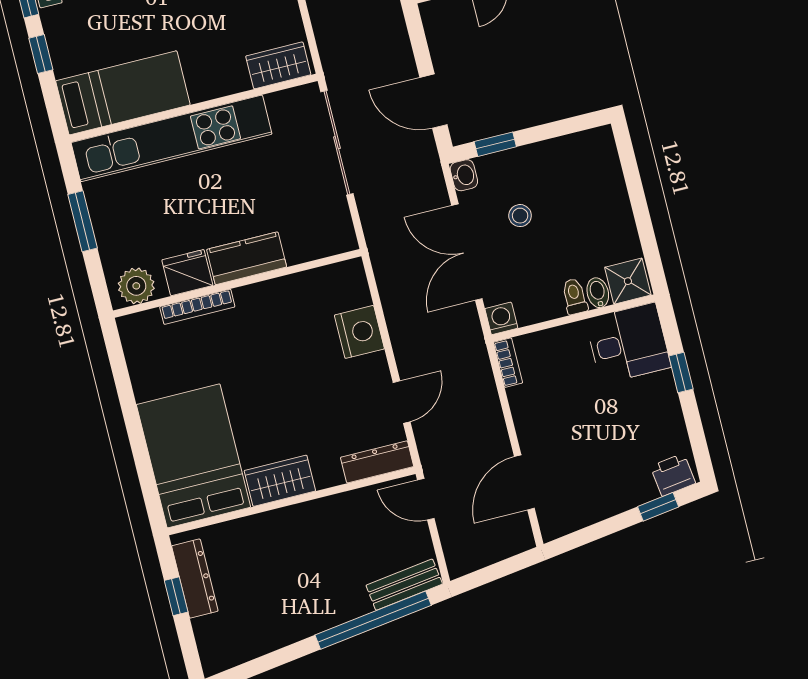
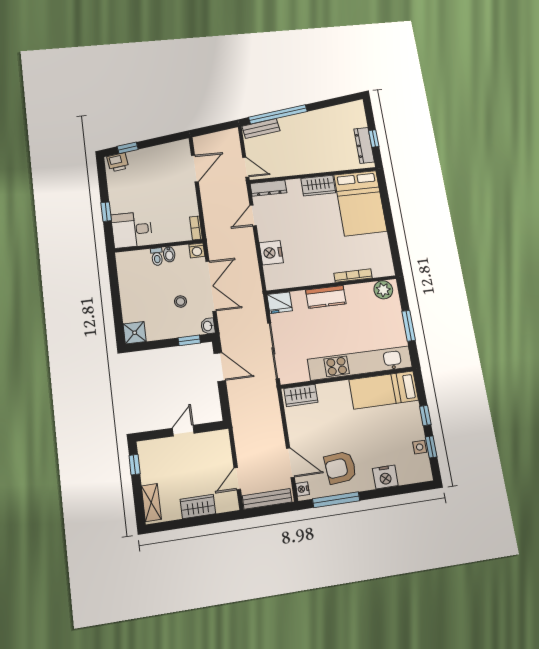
fridge: (187, 273) -> (280, 303), moved
shower: (628, 281) -> (135, 333), moved
bidet: (598, 293) -> (169, 254), moved

